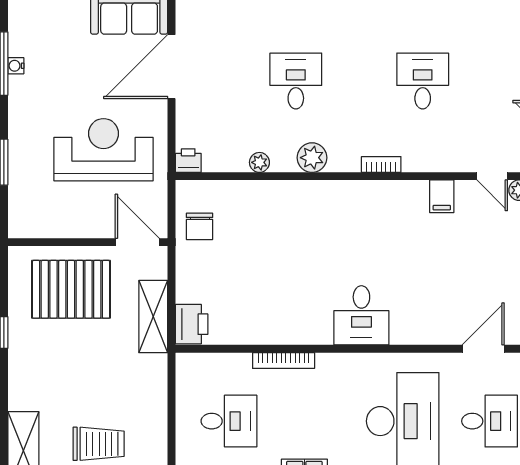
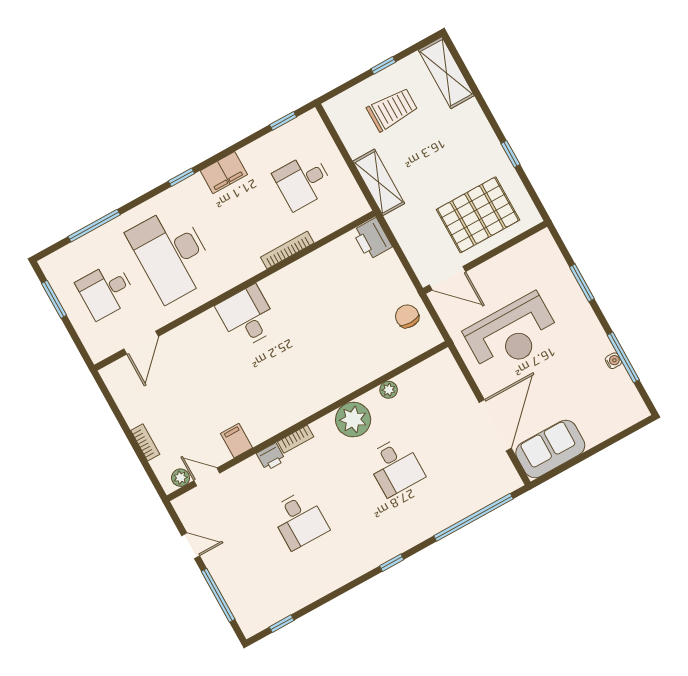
plant: (312, 158) -> (353, 420), width x1.36, depth x1.36
printer: (188, 161) -> (271, 457), moved
shelving: (153, 317) -> (379, 182), moved
trolley: (99, 444) -> (392, 109), turned 180

